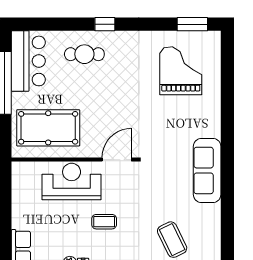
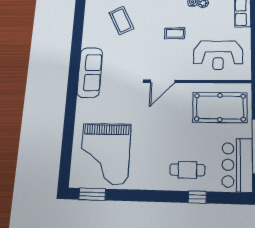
window: (105, 24) -> (197, 197), moved
grand piano: (181, 71) -> (105, 154), width x1.37, depth x1.48
reception desk: (72, 182) -> (218, 55), moved

